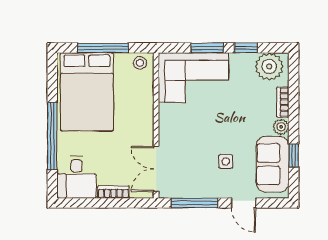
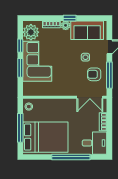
corner sofa: (193, 78) -> (37, 61), moved
window: (294, 156) -> (70, 18), moved
armchair: (196, 176) -> (94, 74), added

